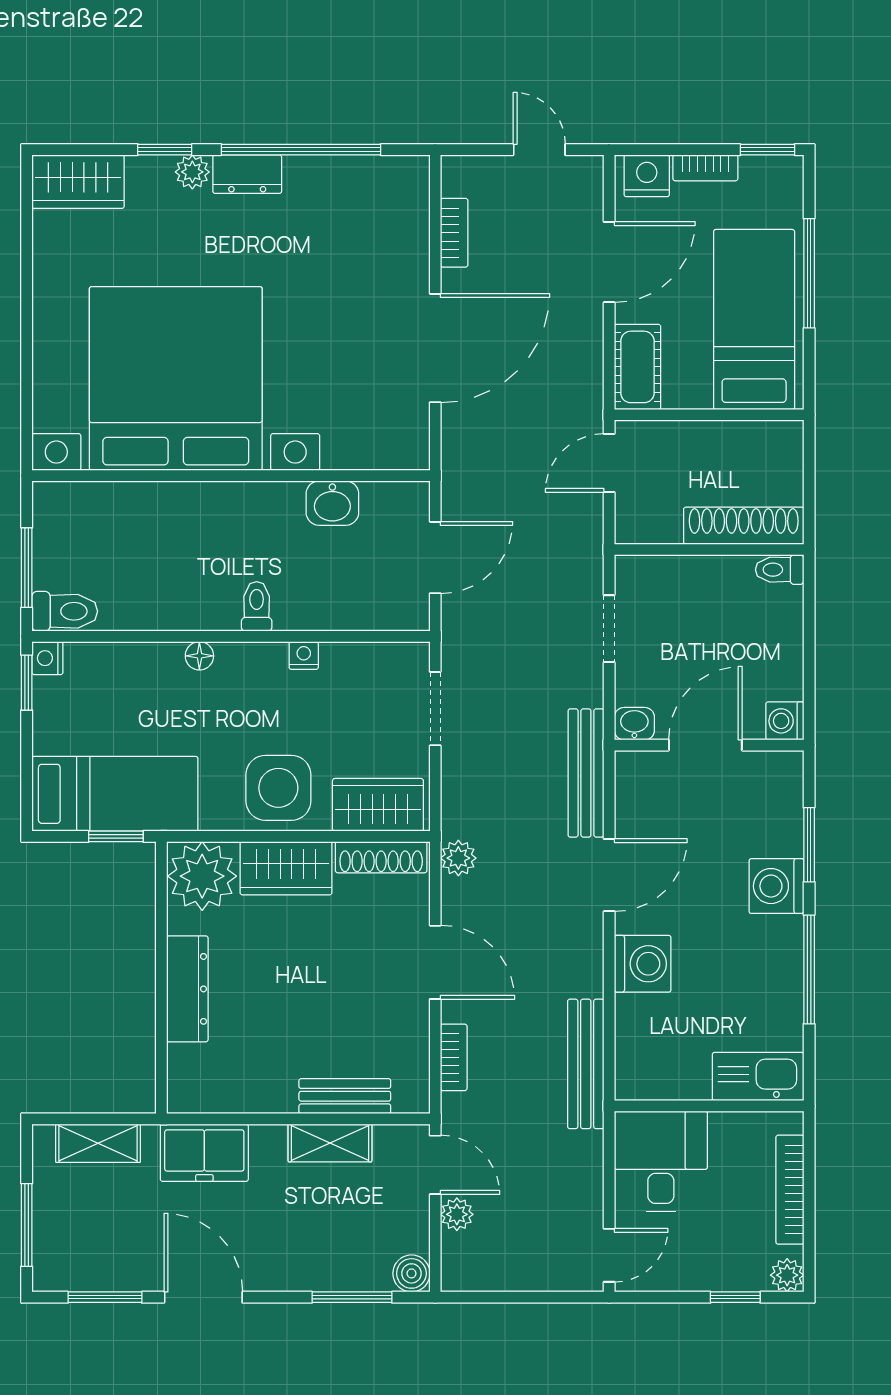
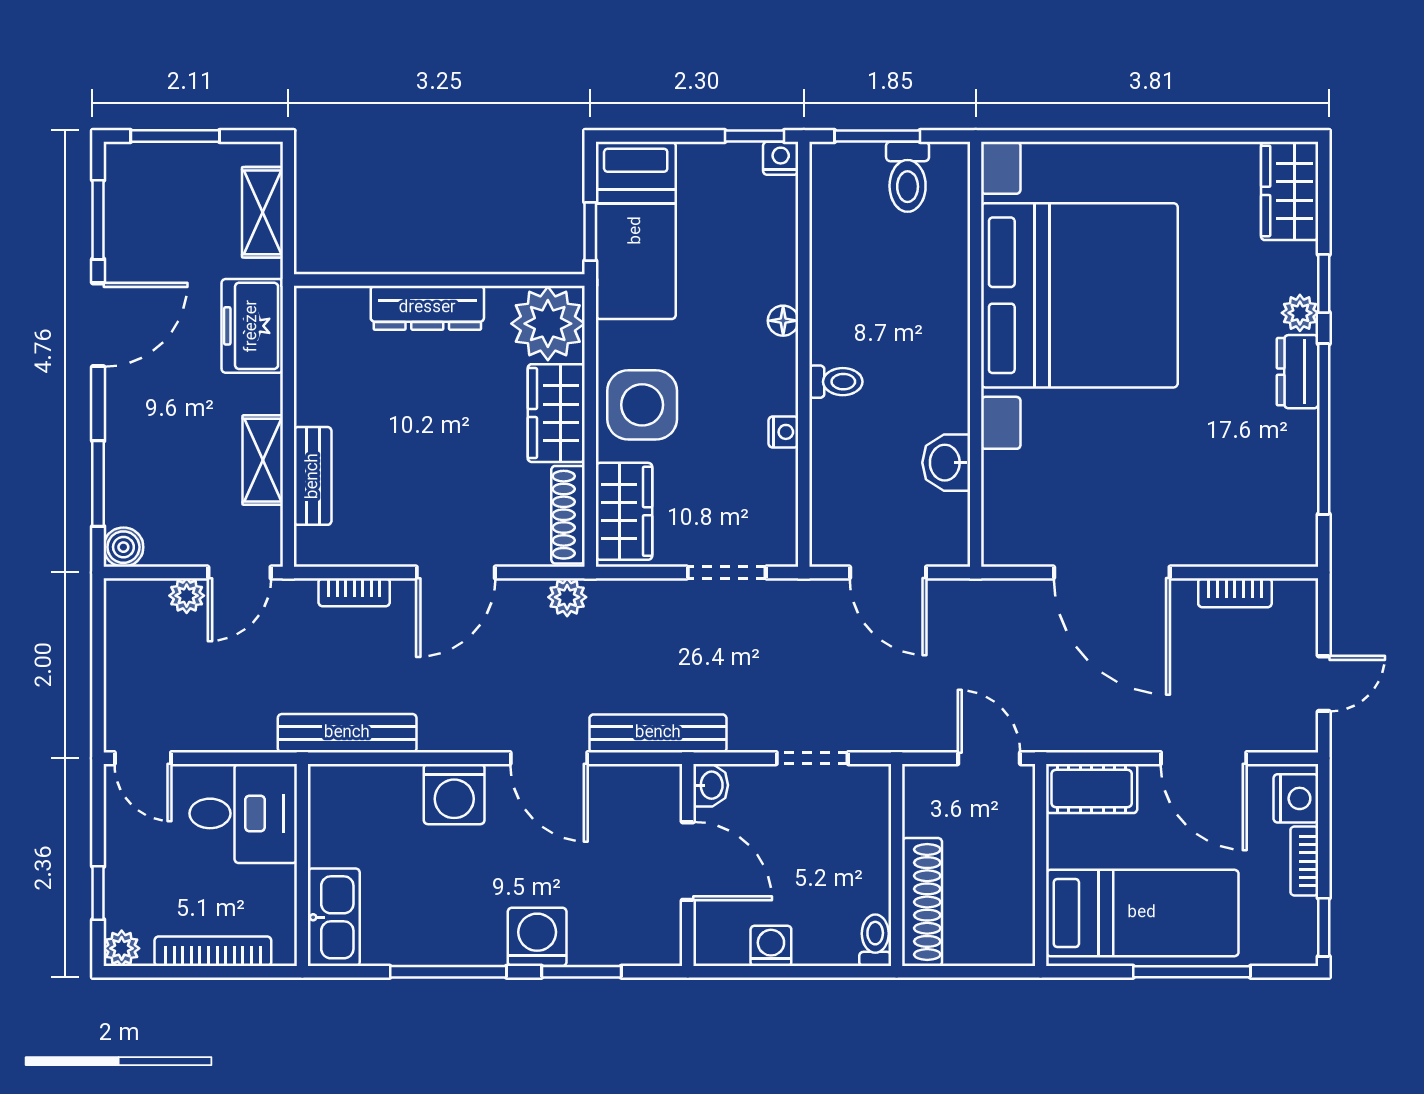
toilet: (65, 611) -> (908, 177), moved
washing machine: (785, 721) -> (771, 946), moved

